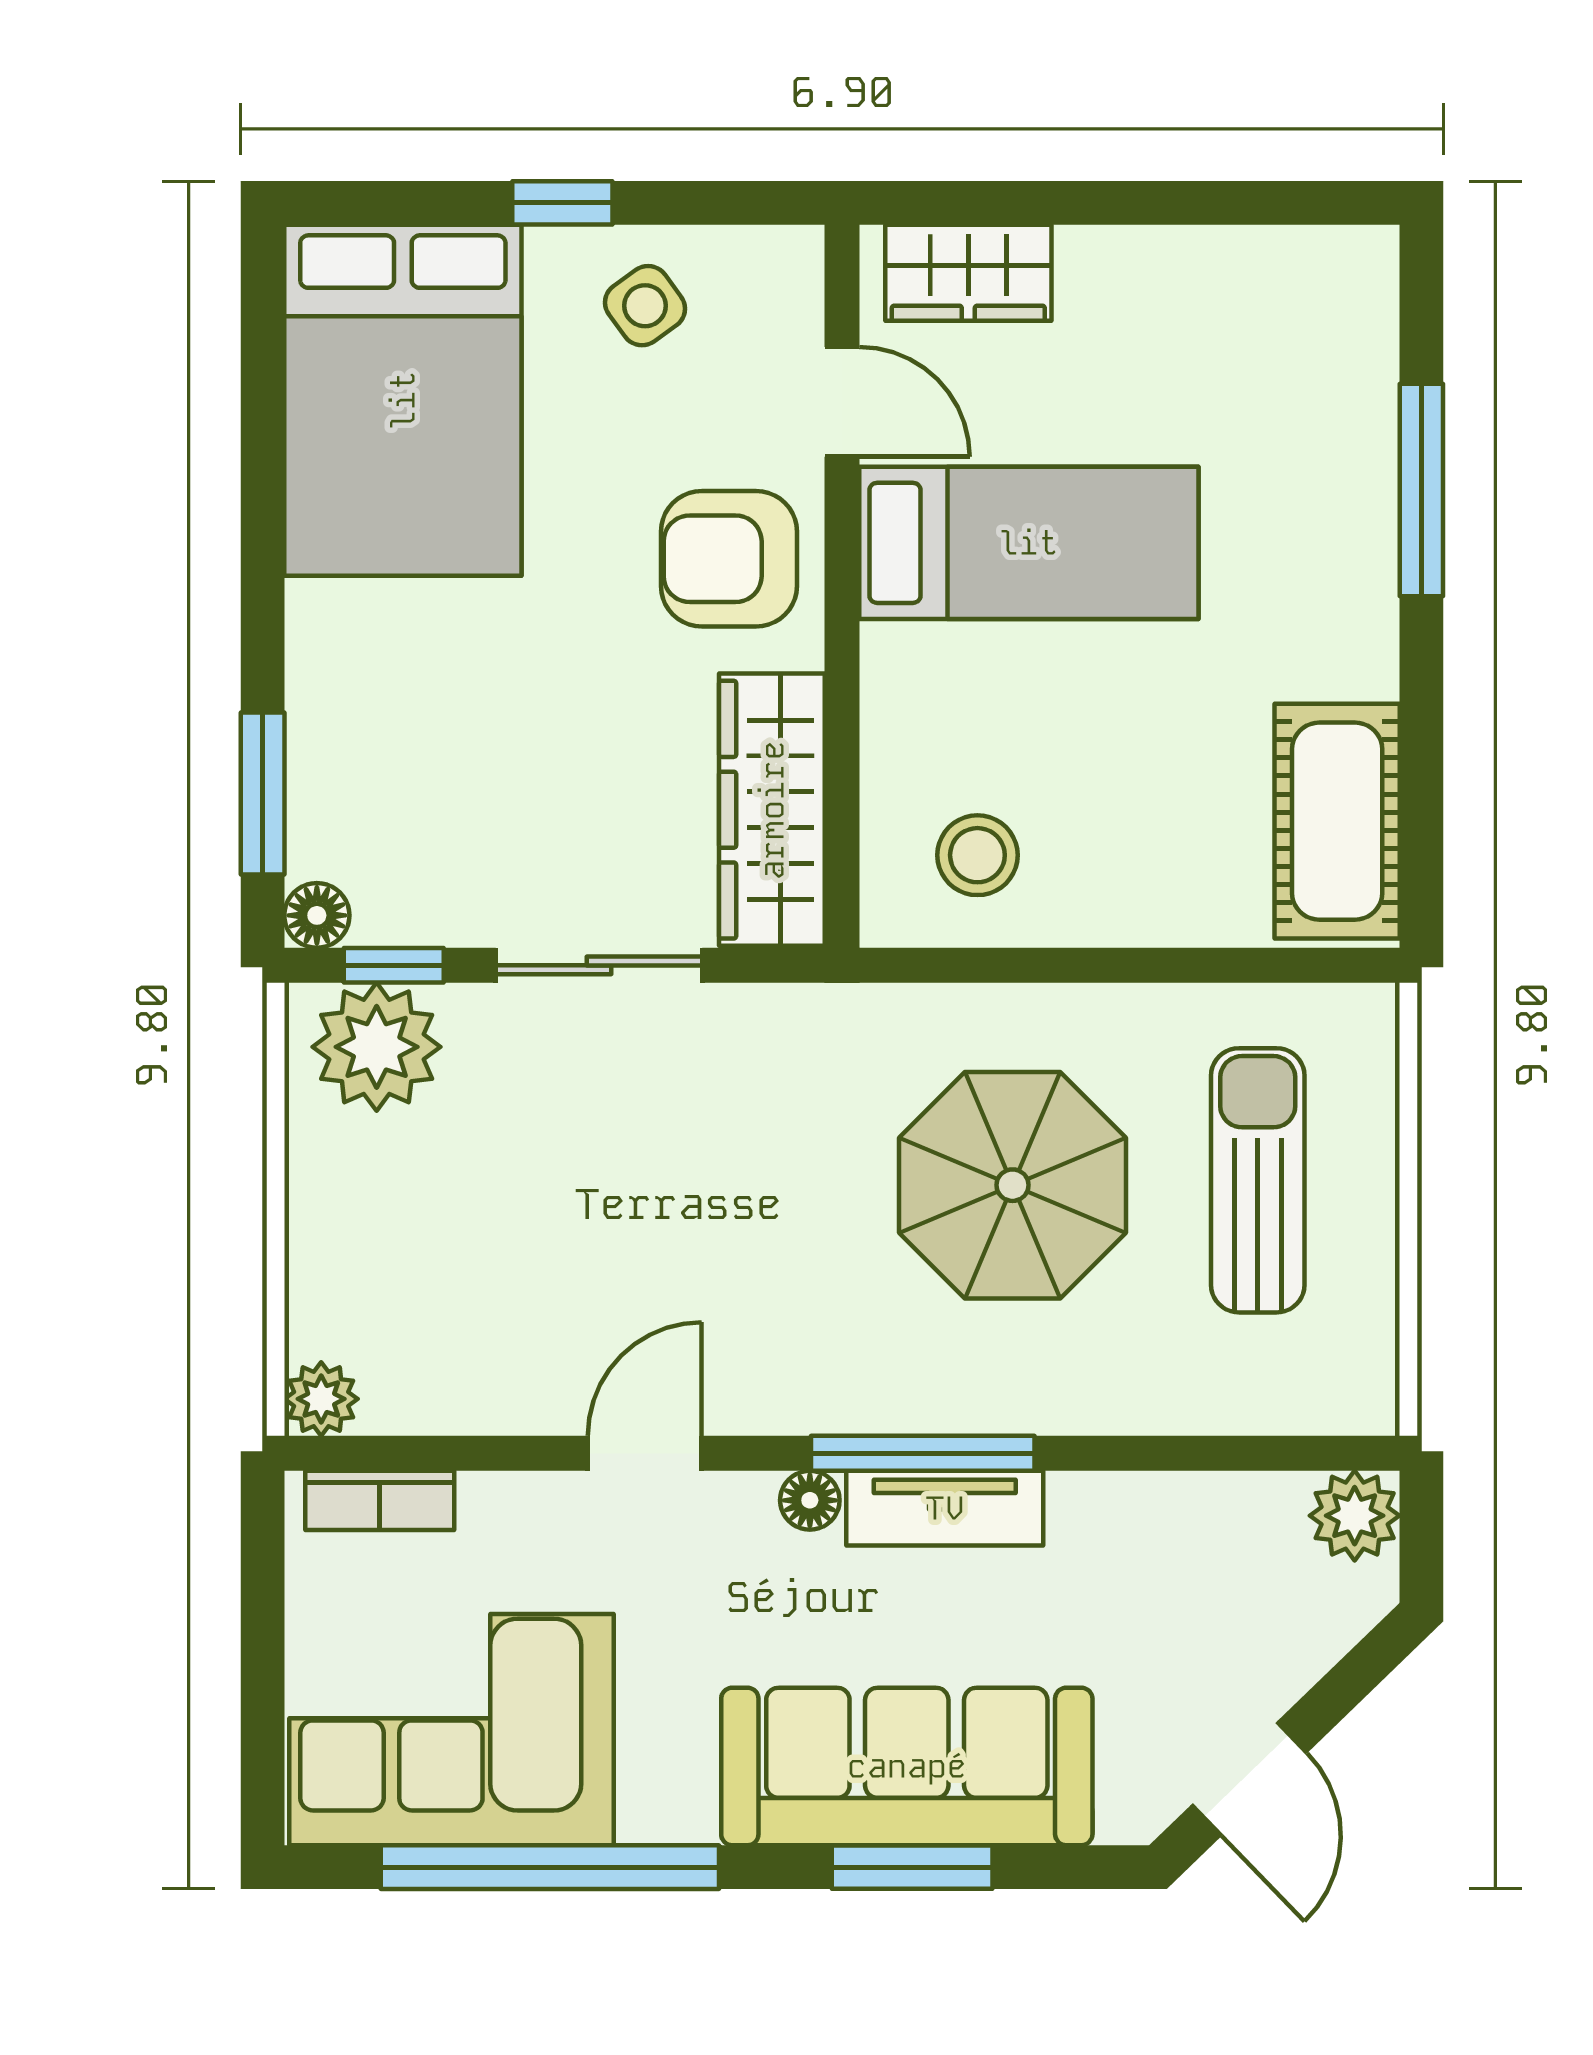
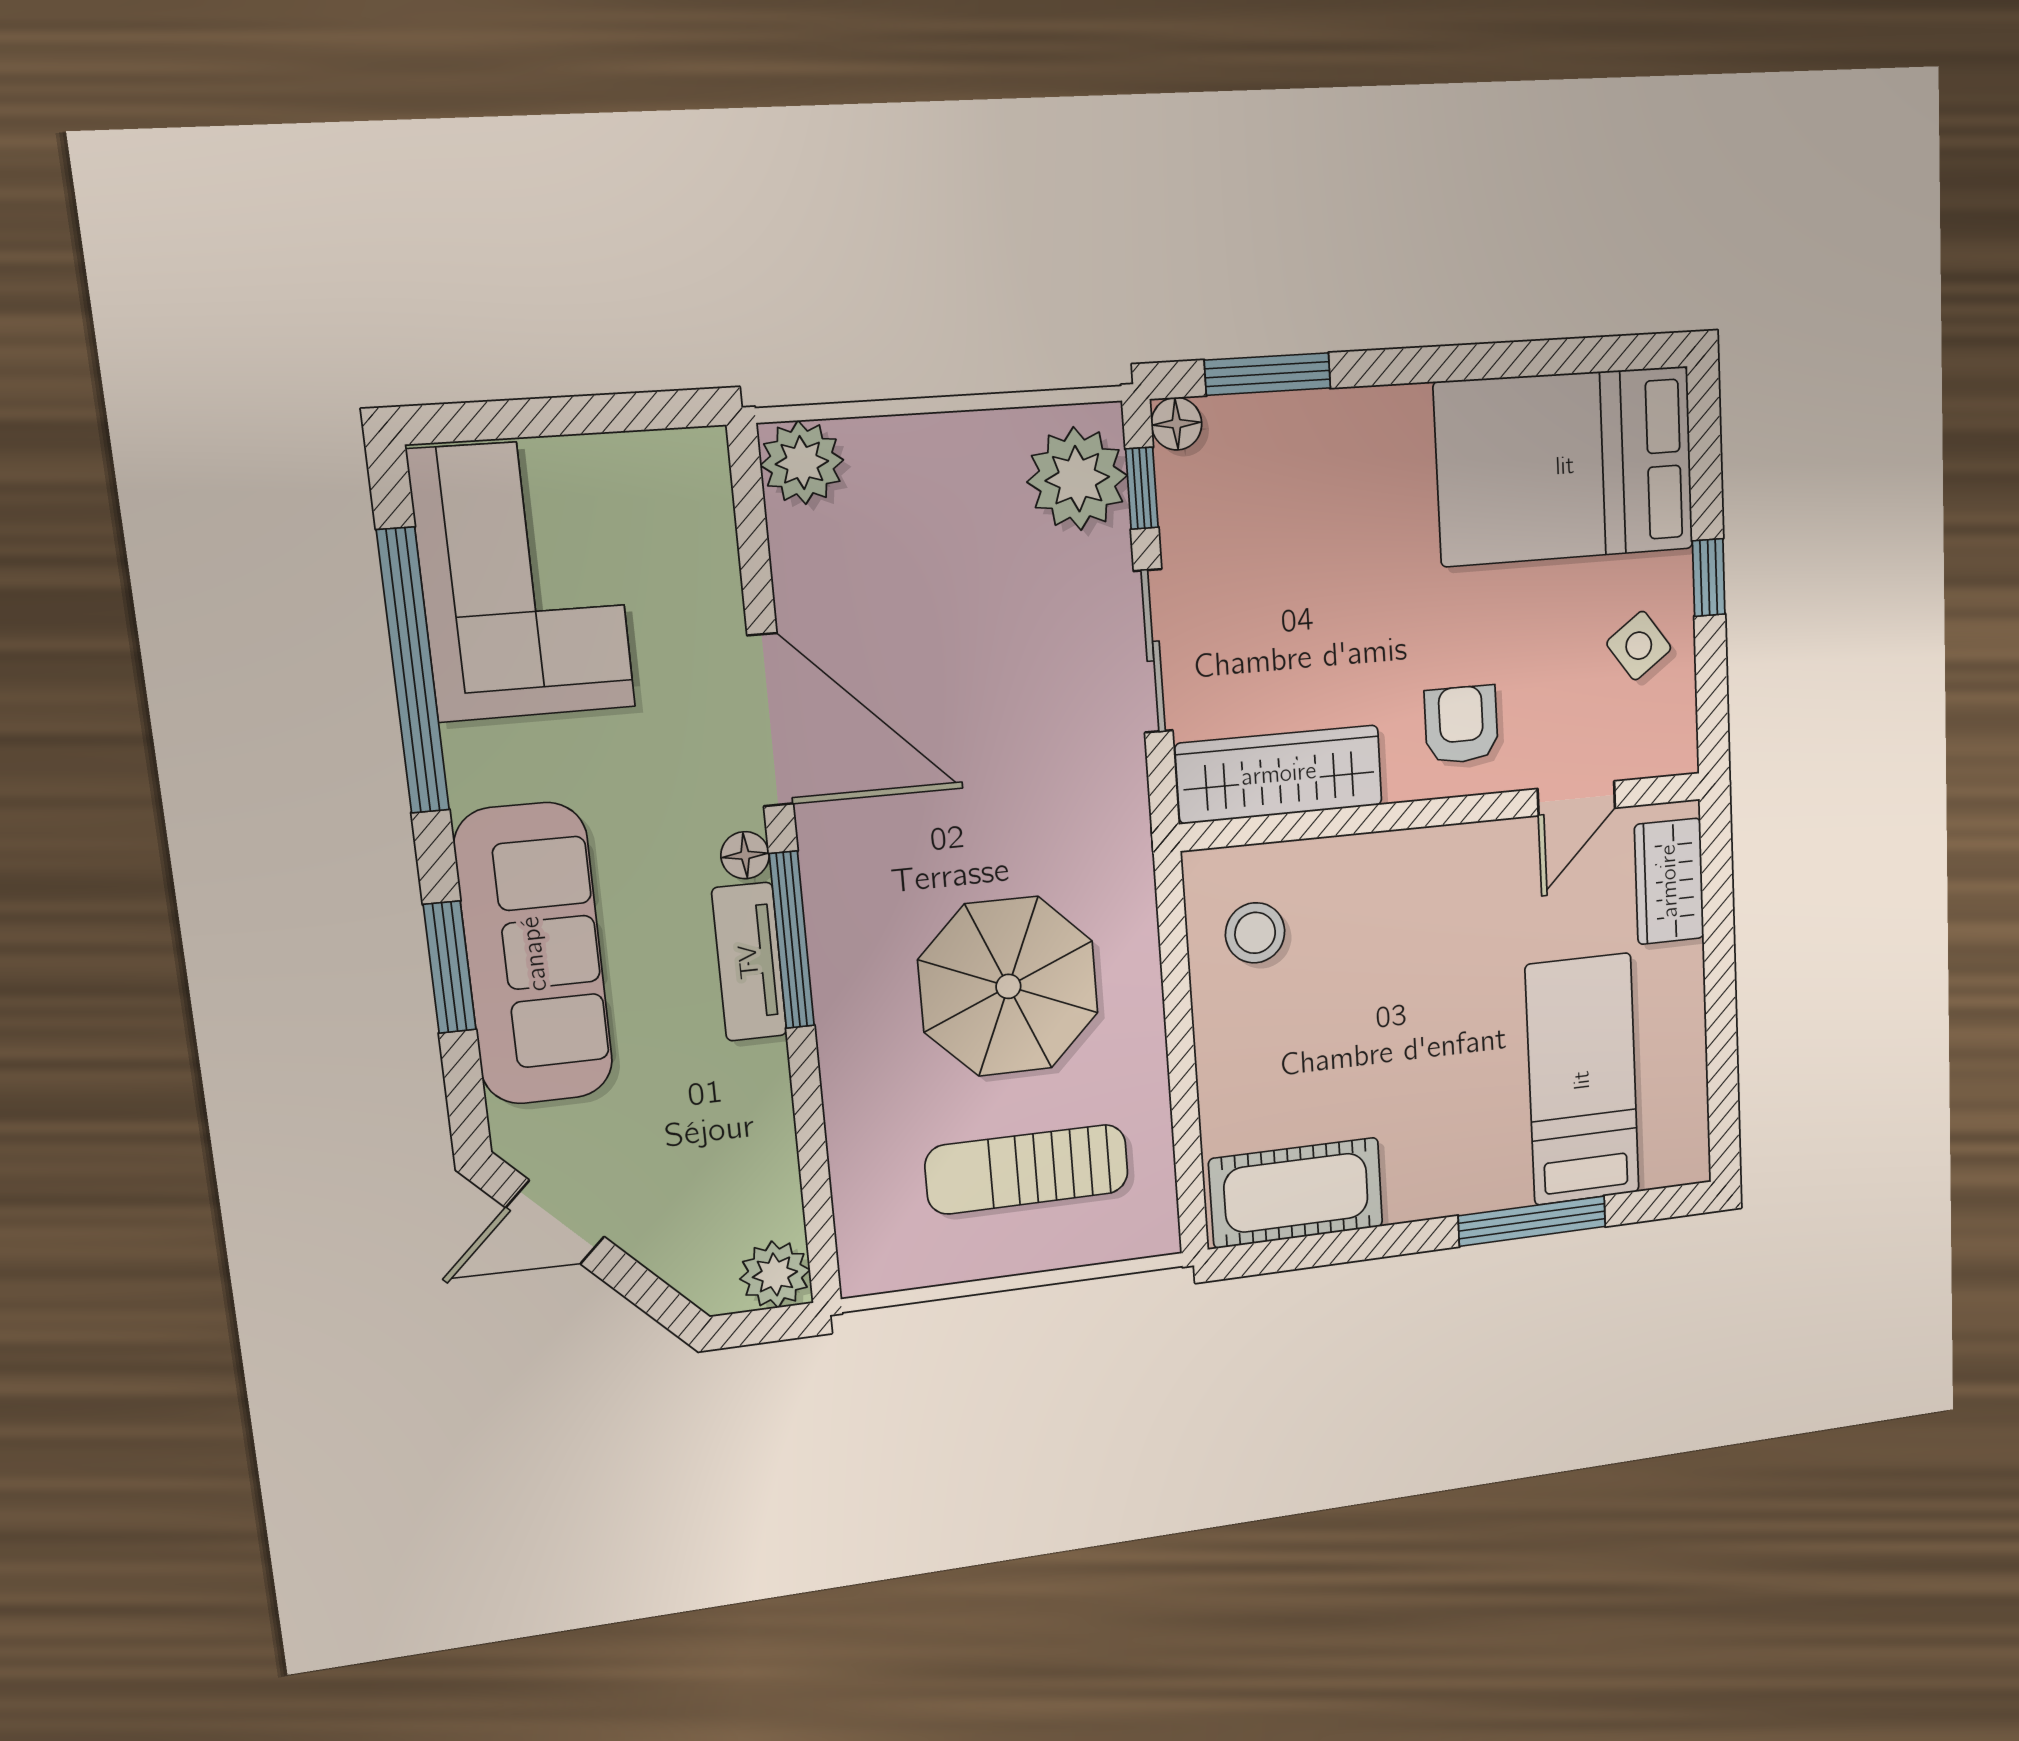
bed: (1029, 543) -> (1582, 1080), moved, turned 180
armchair: (729, 559) -> (1461, 725), width x0.72, depth x0.72
sun lounger: (1258, 1180) -> (1027, 1169), turned 180
plant: (321, 1399) -> (802, 463), width x1.38, depth x1.38
door: (645, 1453) -> (770, 720), width x1.88
bookcase: (380, 1500) -> (710, 506), removed

